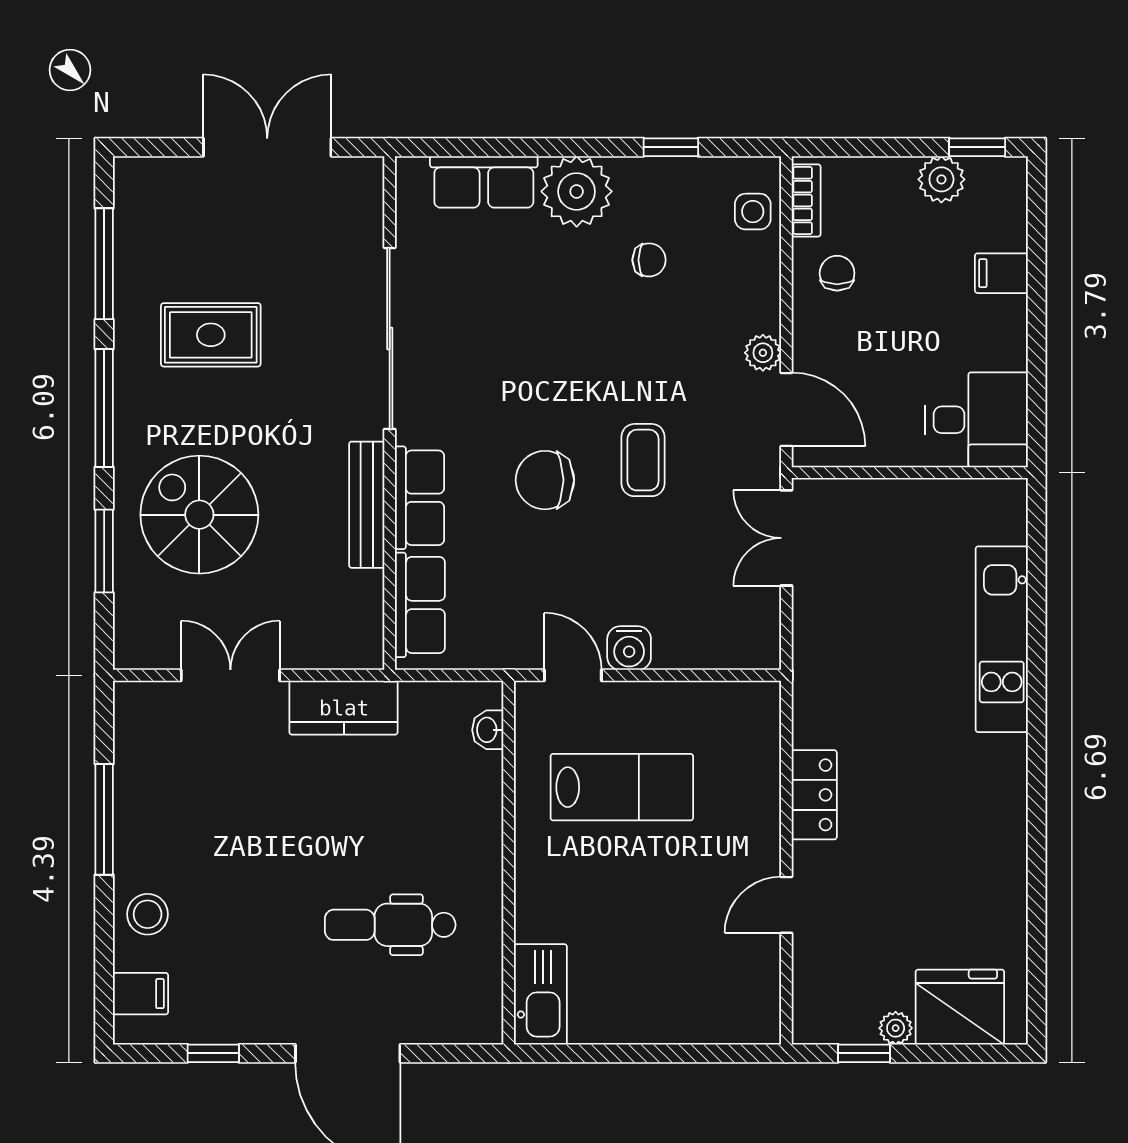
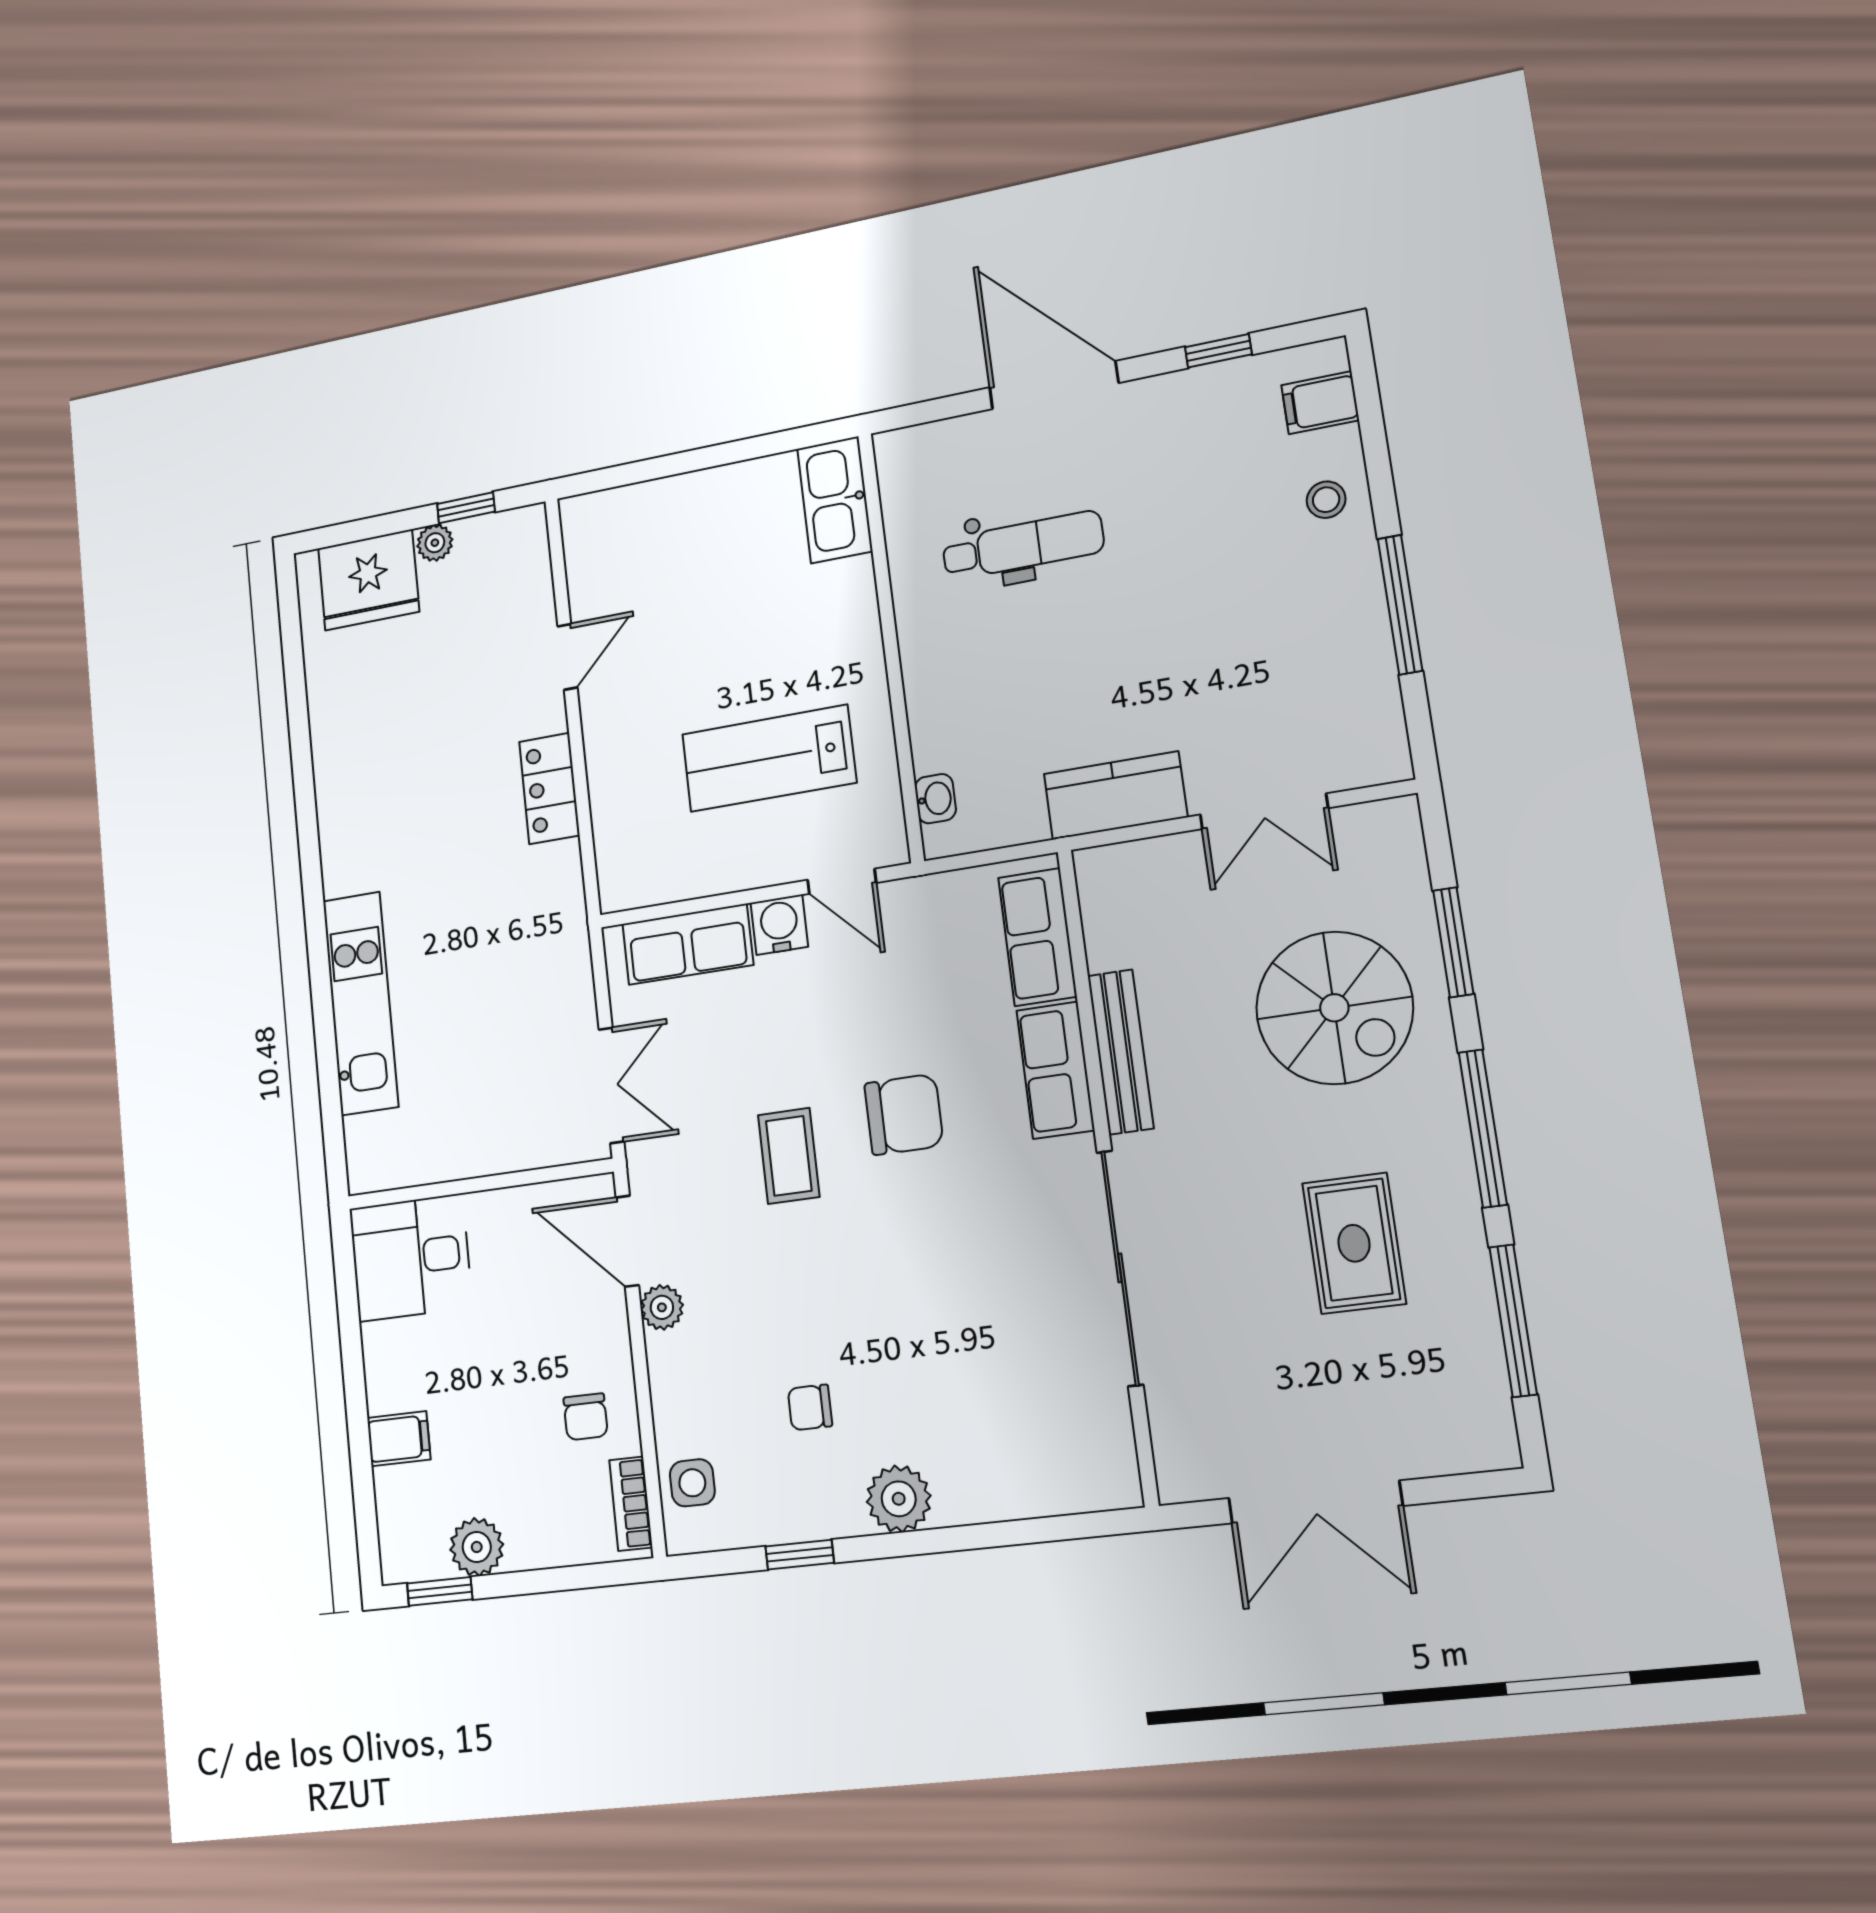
row of seats: (484, 182) -> (688, 944), moved, turned 180
plant: (577, 191) -> (899, 1499), width x0.73, depth x0.73
rug: (211, 335) -> (1354, 1243), turned 90
stool: (148, 914) -> (1326, 500), width x0.73, depth x0.73

